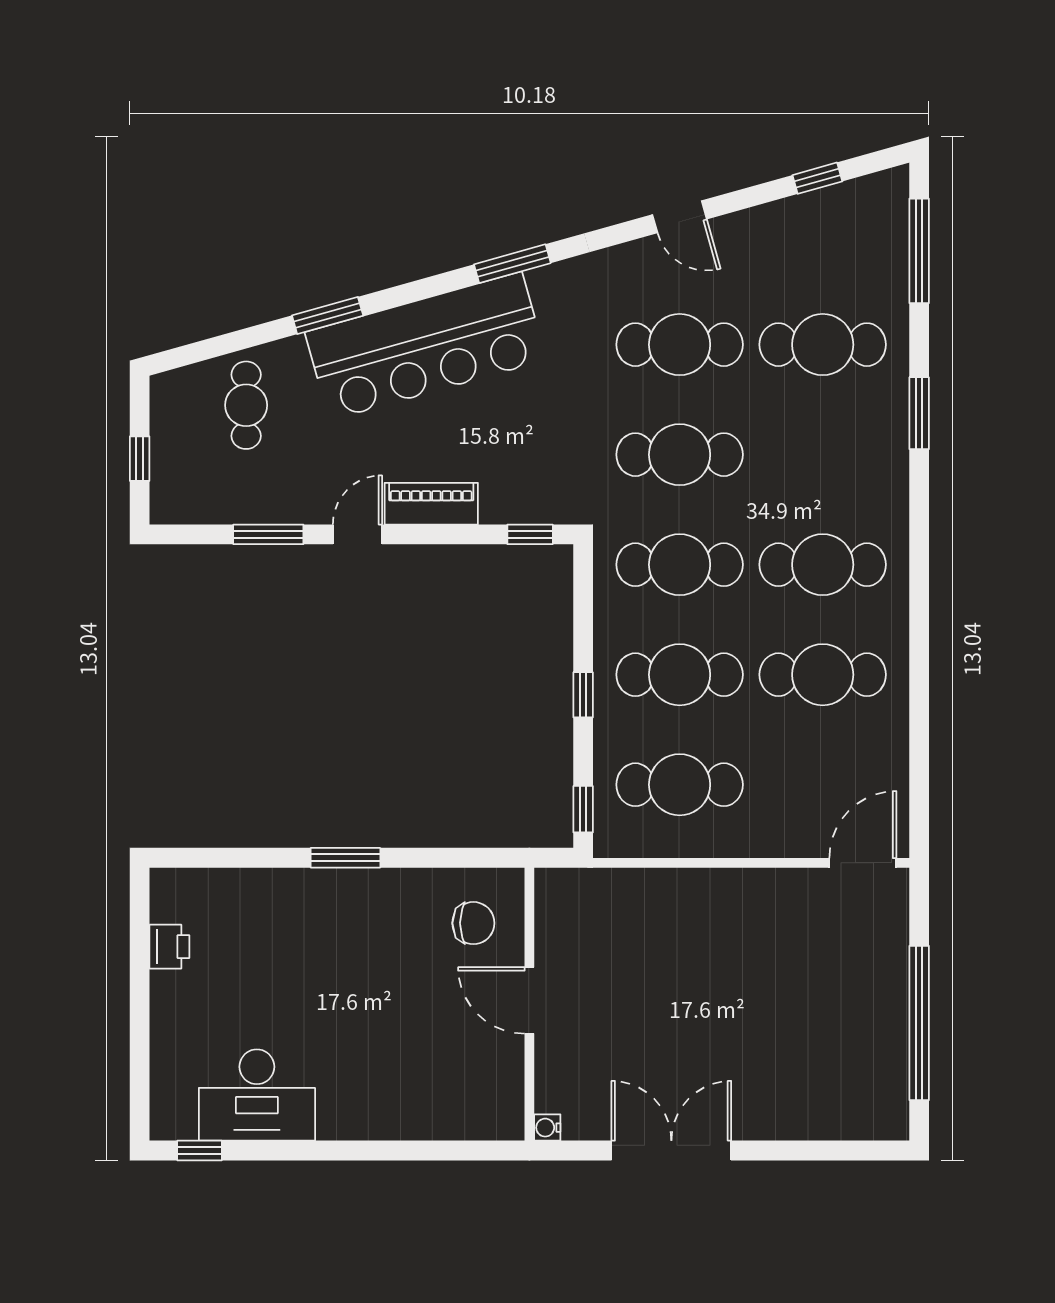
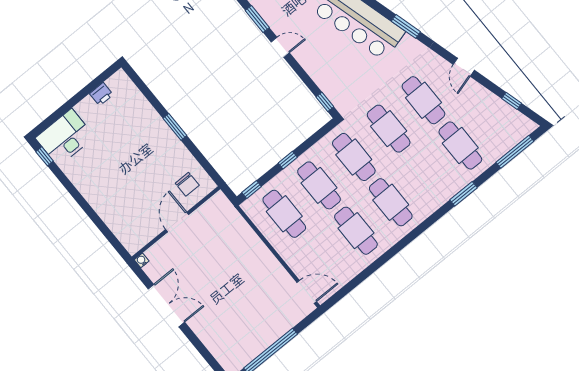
piano: (431, 504) -> (309, 63), removed
desk: (257, 1095) -> (65, 137), moved, turned 90

